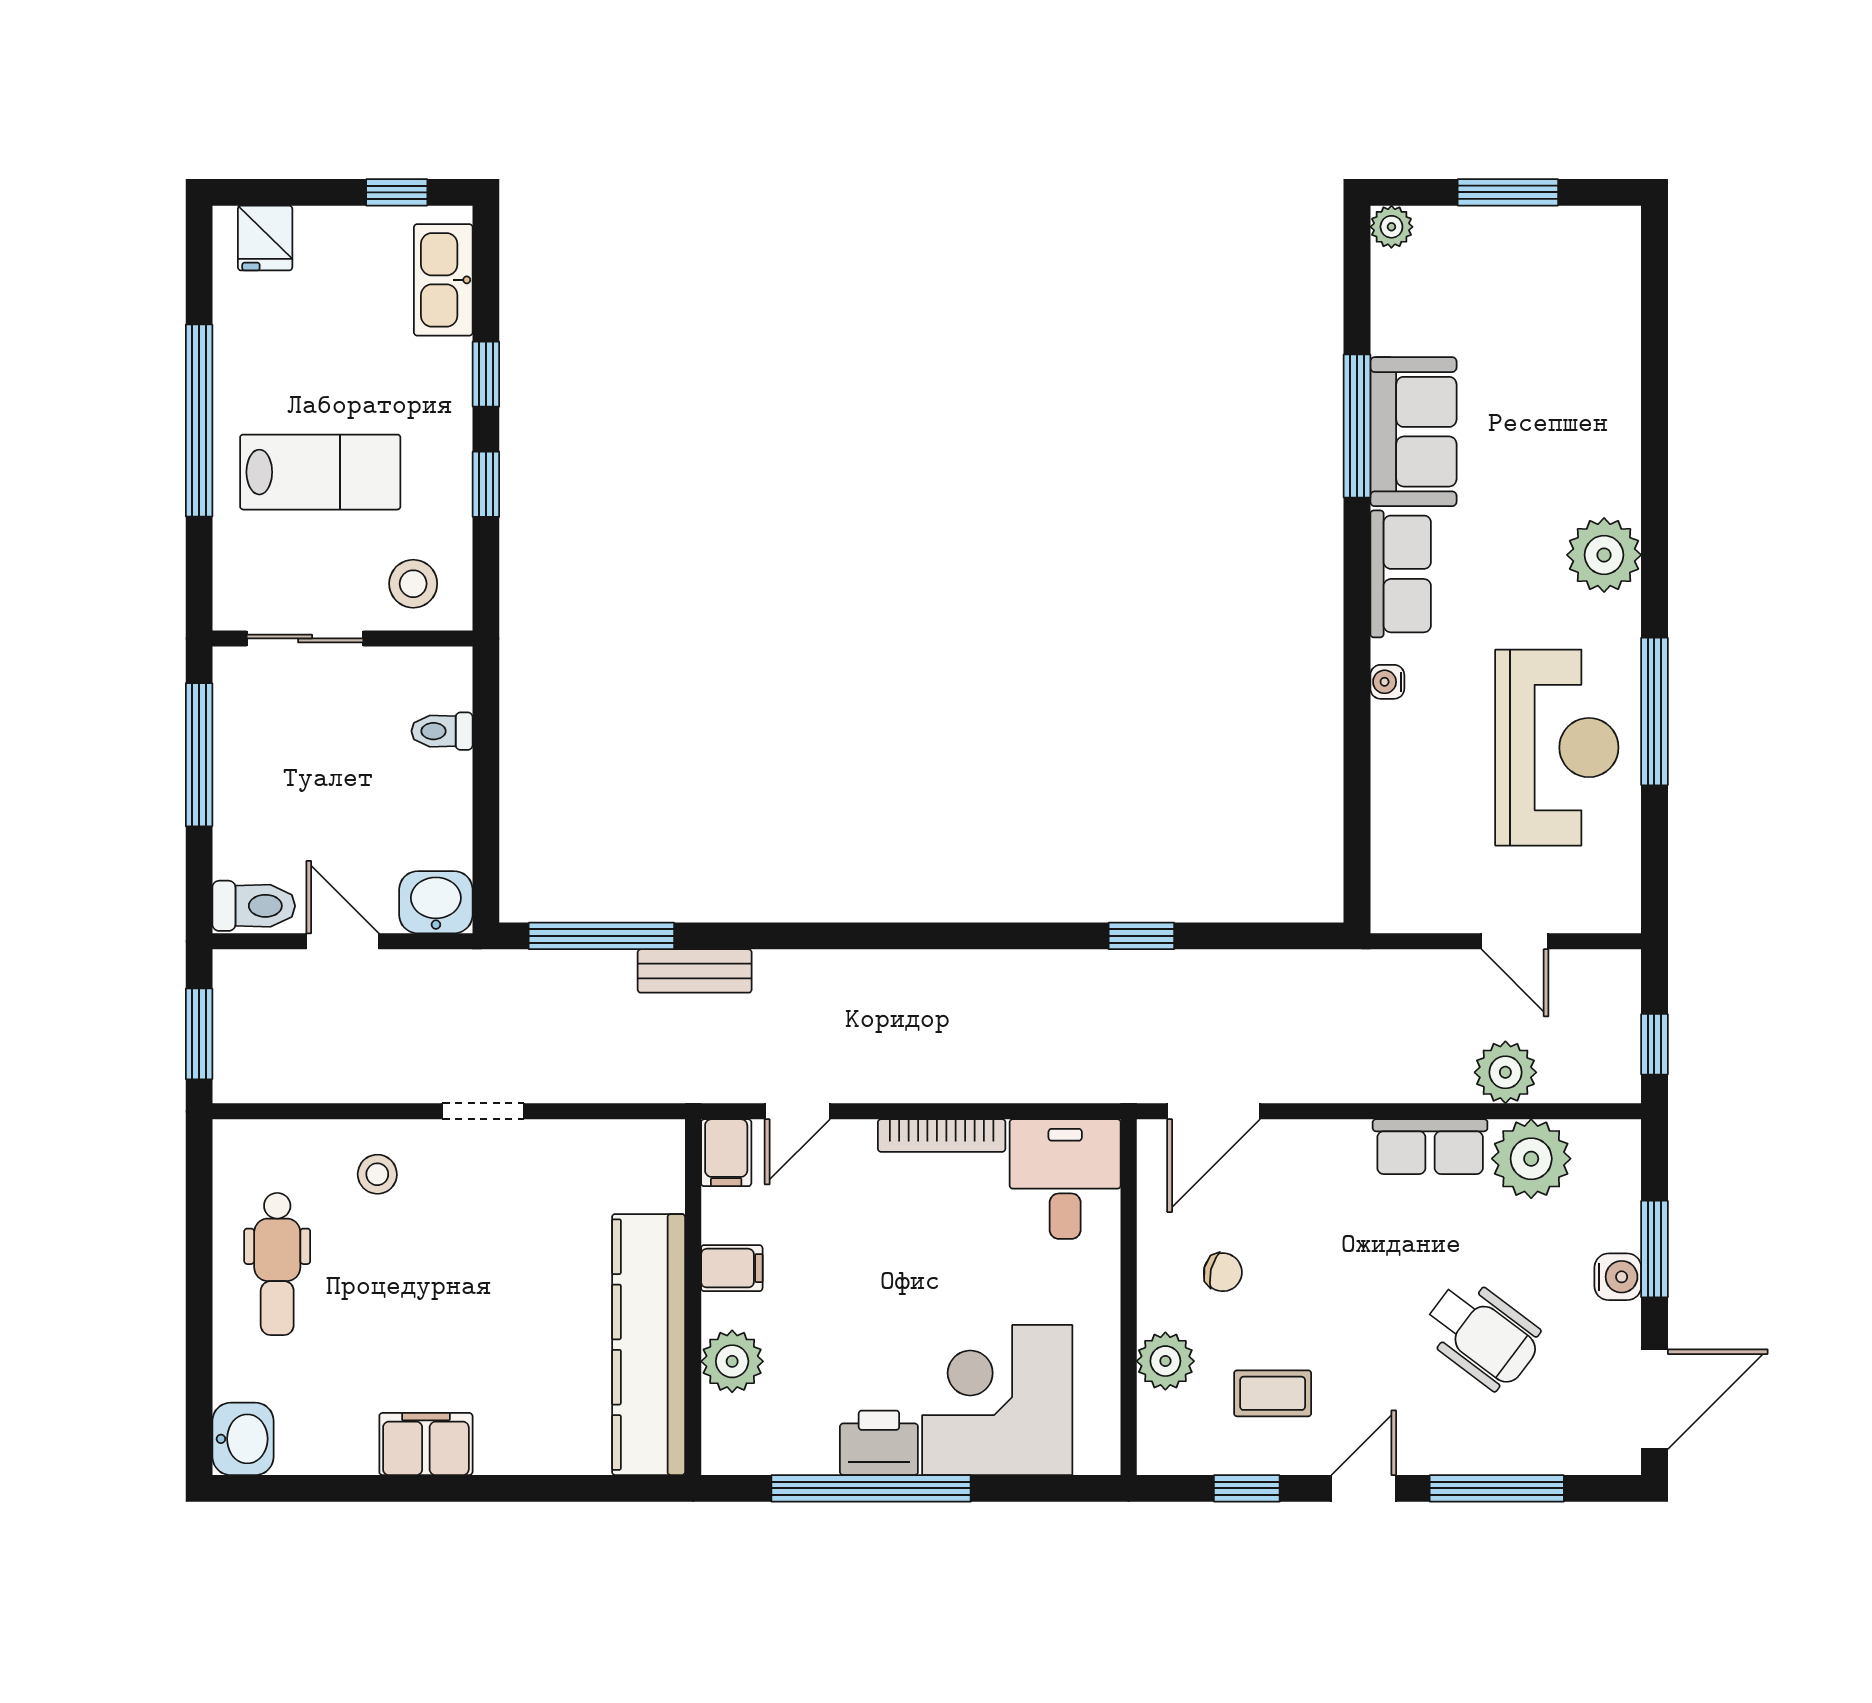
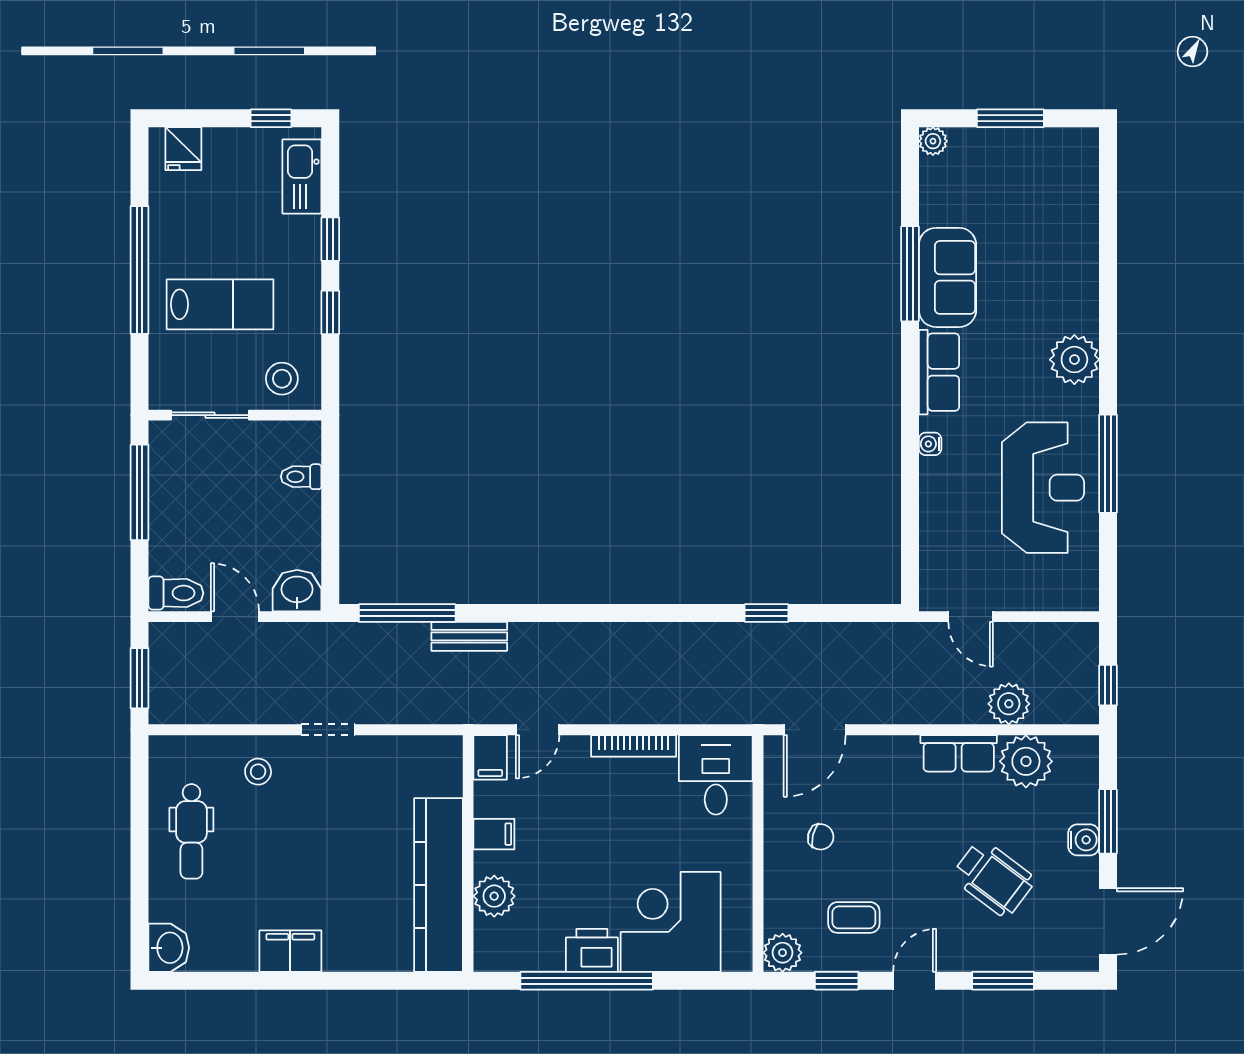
door: (1515, 941) -> (971, 617), moved
plant: (1165, 1361) -> (783, 953), moved
window: (1497, 1488) -> (1003, 981), width x0.69

